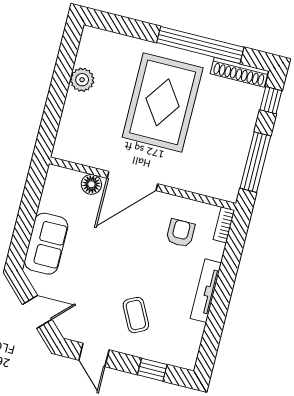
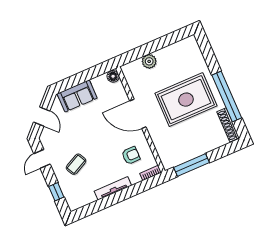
plant: (82, 80) -> (149, 61), moved
window: (271, 100) -> (226, 150), removed
floor lamp: (91, 184) -> (113, 76), moved

